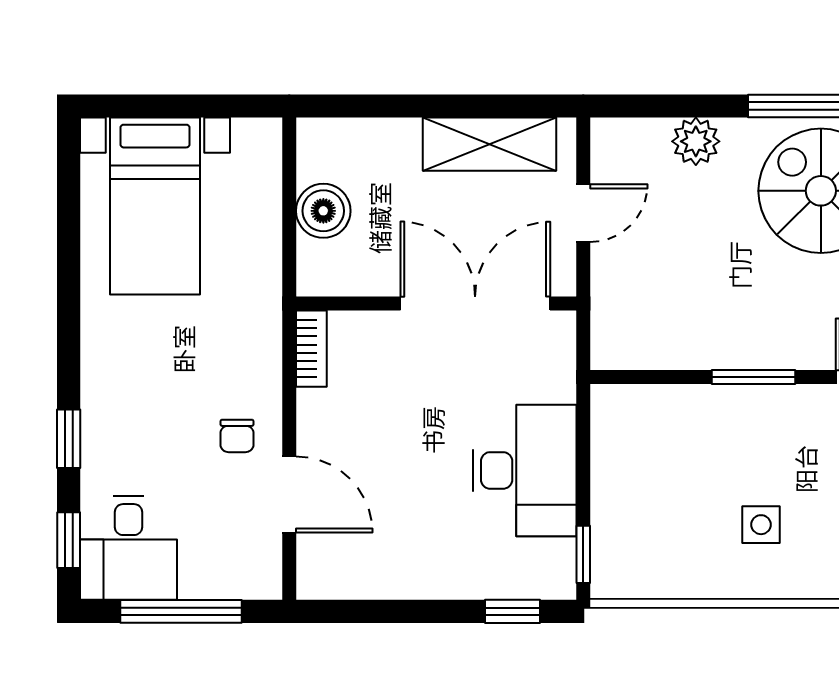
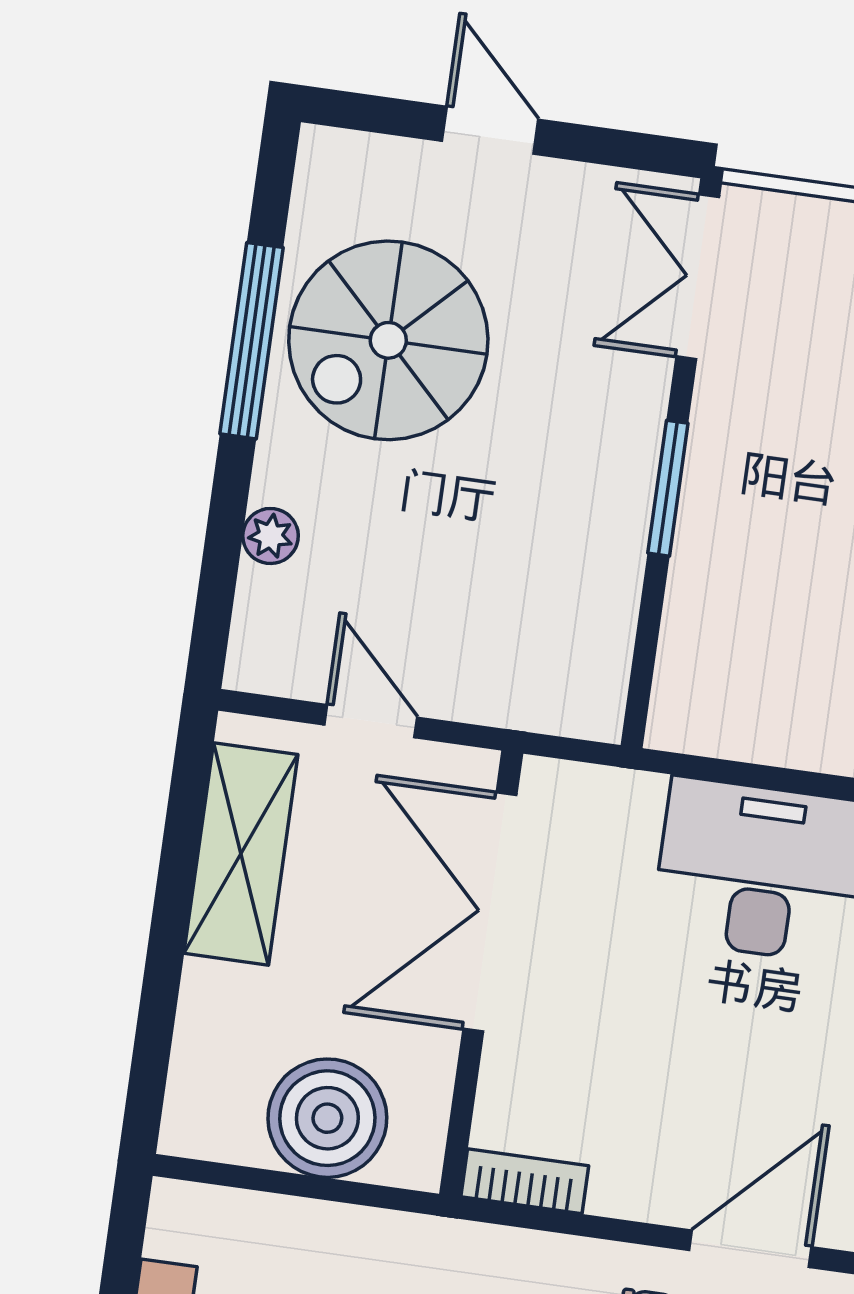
plant: (696, 141) -> (271, 536), width x0.73, depth x0.73
boiler: (323, 211) -> (327, 1118), width x1.37, depth x1.37

